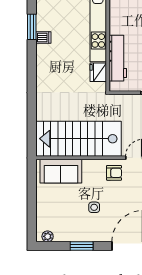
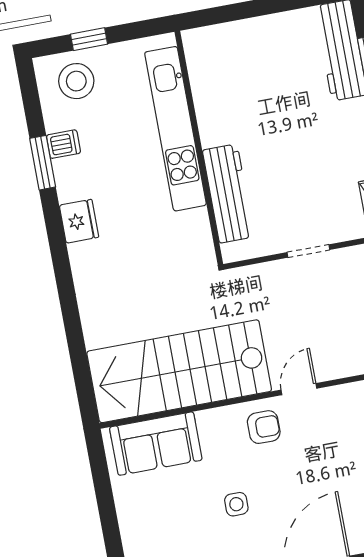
dishwasher: (43, 37) -> (63, 144), moved
fridge: (98, 72) -> (79, 221), moved, turned 180

